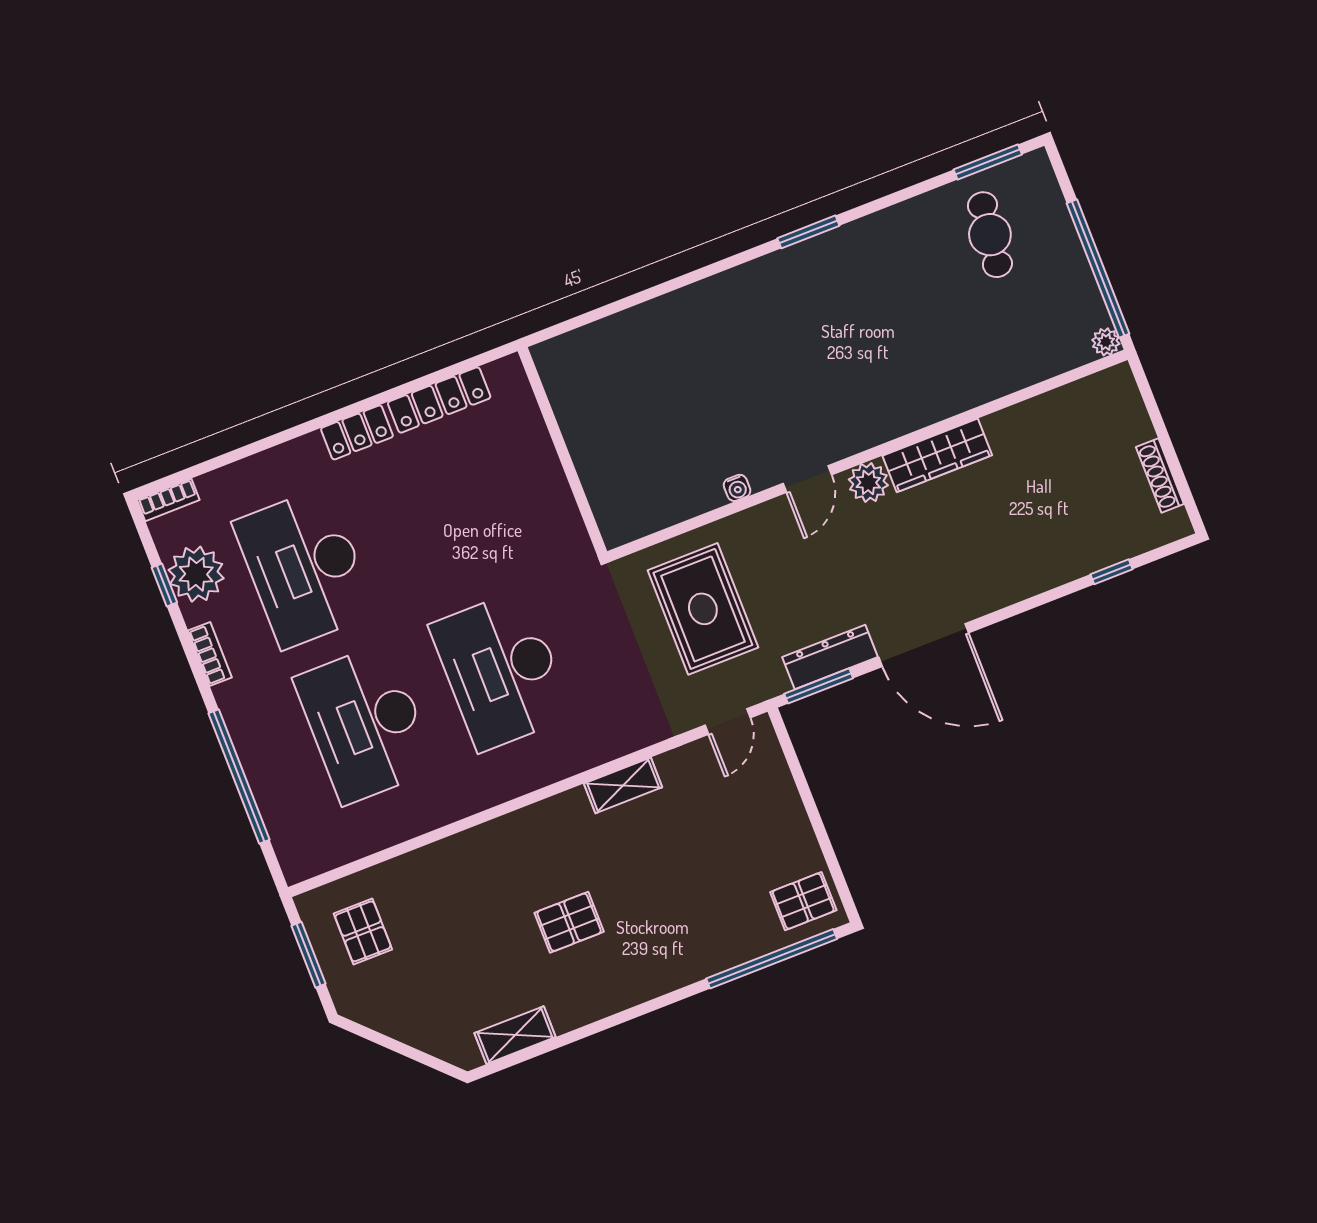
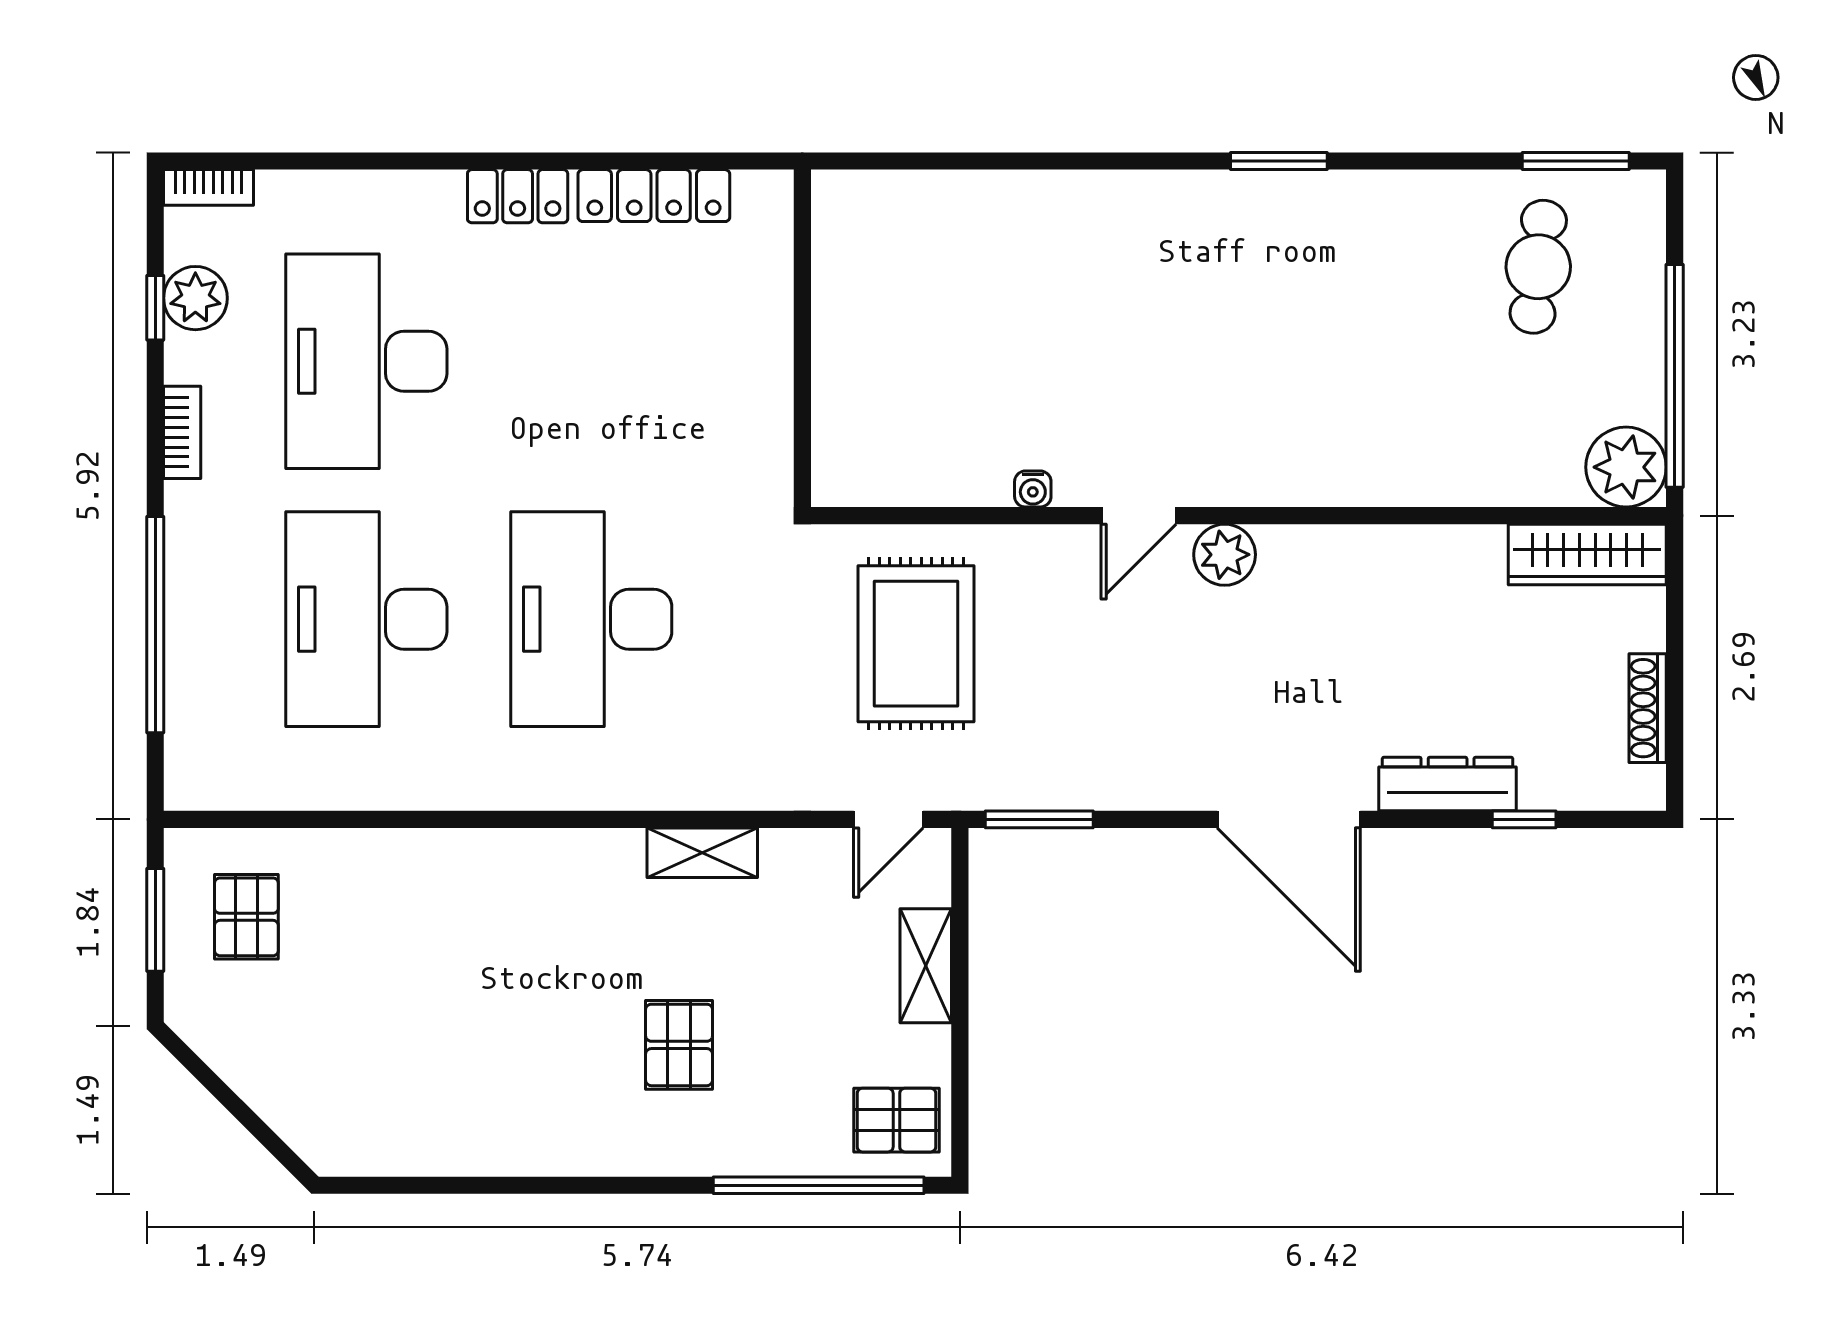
plant: (1106, 342) -> (1626, 467), width x1.87, depth x1.87
wardrobe: (937, 455) -> (1587, 554), moved
plant: (196, 574) -> (195, 298), width x0.73, depth x0.73
door: (924, 645) -> (1289, 819), moved
dresser: (830, 657) -> (1448, 784), moved
pallet: (569, 922) -> (679, 1045), moved, turned 90
shelving: (515, 1035) -> (926, 966), moved, turned 90

